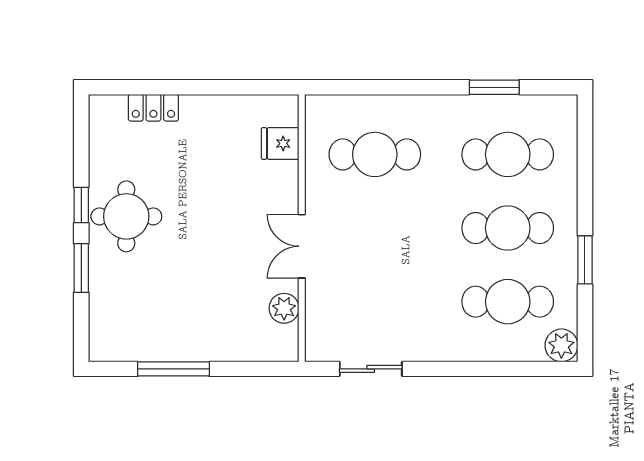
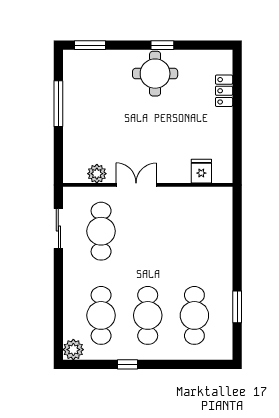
cafe table: (375, 154) -> (101, 231), moved
window: (585, 260) -> (128, 364), width x0.67
window: (81, 268) -> (90, 45), moved

